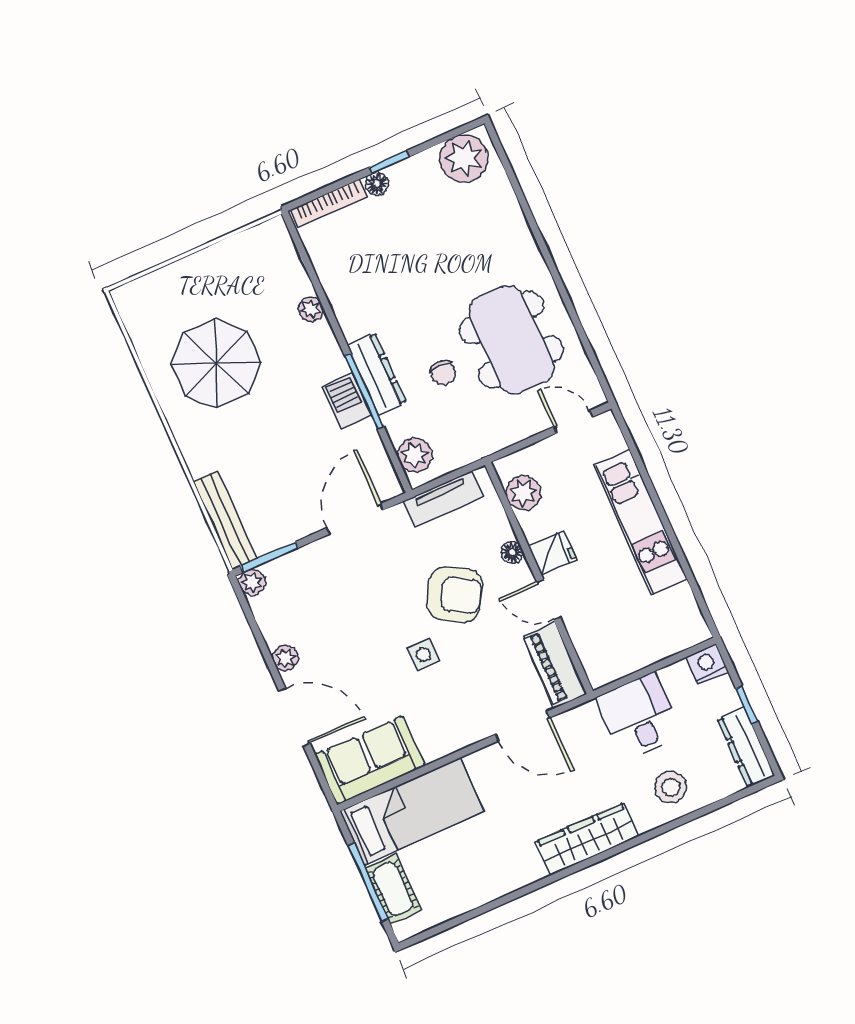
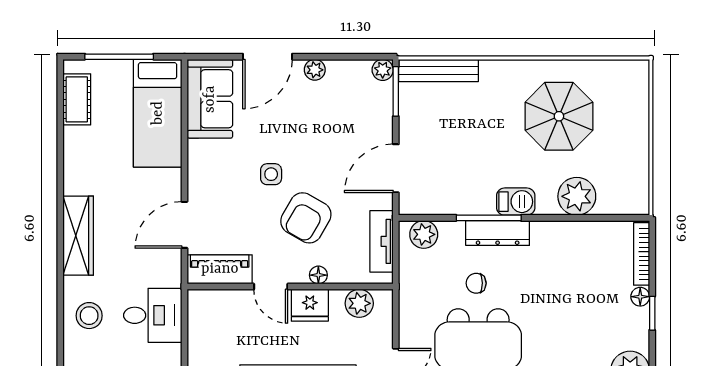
plant: (311, 309) -> (577, 196), width x1.87, depth x1.87
barbecue: (347, 401) -> (516, 202), moved
door: (355, 519) -> (396, 168), swing flipped
fridge: (552, 553) -> (310, 305), width x1.38
door: (549, 600) -> (271, 287), swing flipped
cot: (393, 889) -> (77, 99), moved, turned 90

